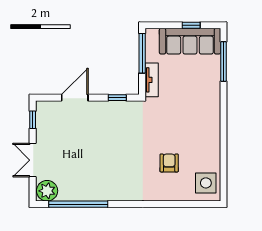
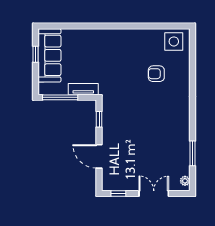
window: (223, 62) -> (67, 26), removed
double door: (33, 160) -> (154, 193), swing flipped
plant: (47, 191) -> (185, 181), width x0.53, depth x0.53
window: (78, 204) -> (192, 153), width x0.47

